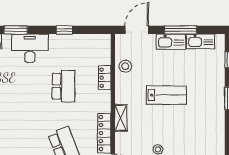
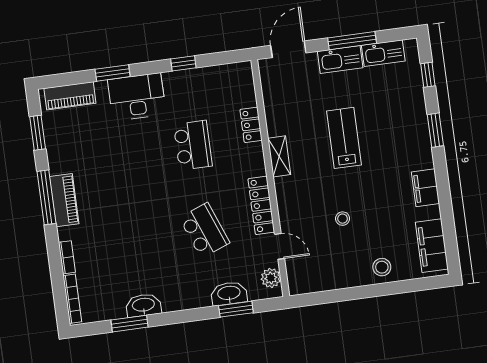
stool: (125, 66) -> (279, 104), removed
lab bench: (166, 95) -> (344, 138), turned -90
shelving: (121, 118) -> (279, 156), moved
filing cabinet: (217, 136) -> (425, 188), added

